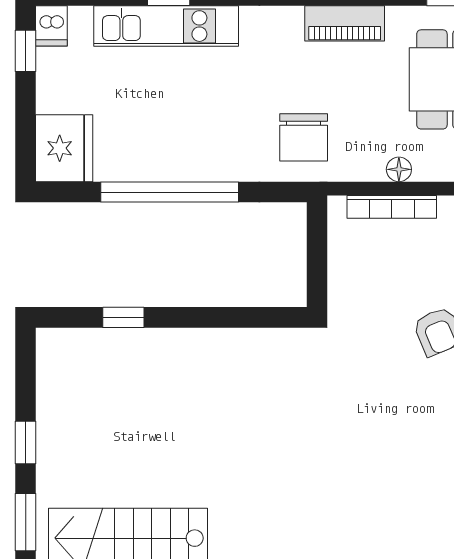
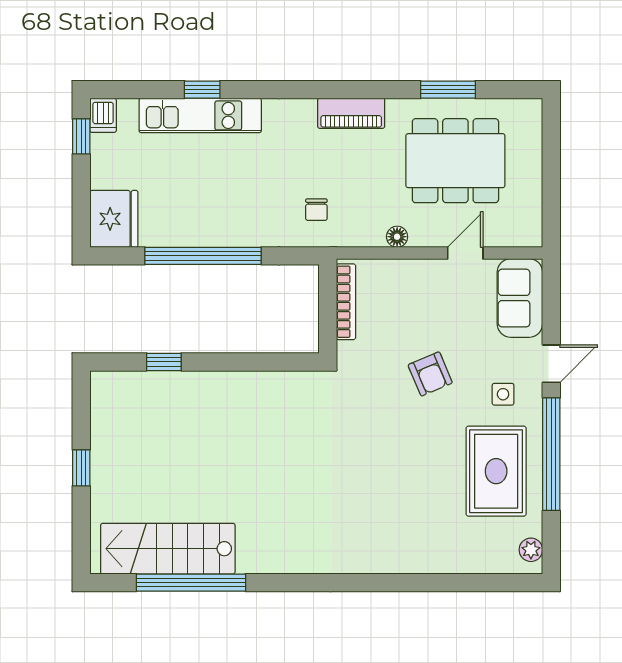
chair: (304, 137) -> (316, 210), width x0.54, depth x0.54
bookcase: (392, 207) -> (346, 302), moved, turned -90
window: (26, 522) -> (81, 535), removed

